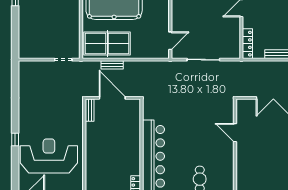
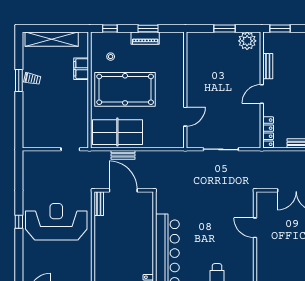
door: (170, 41) -> (185, 117), moved
window: (15, 139) -> (19, 222), moved
reception desk: (49, 156) -> (56, 222), moved

